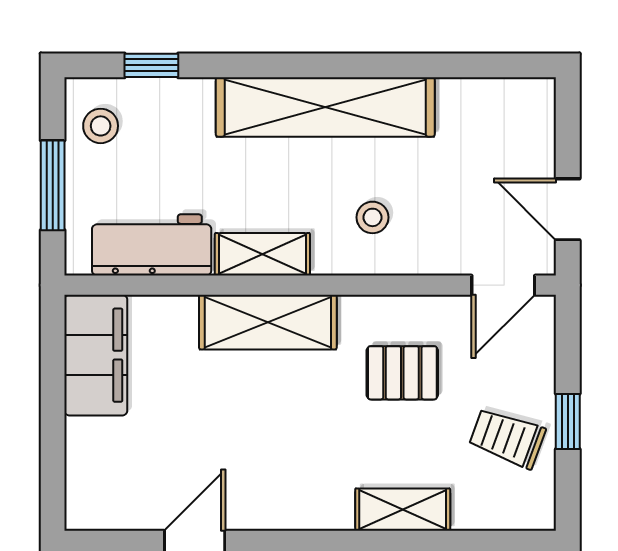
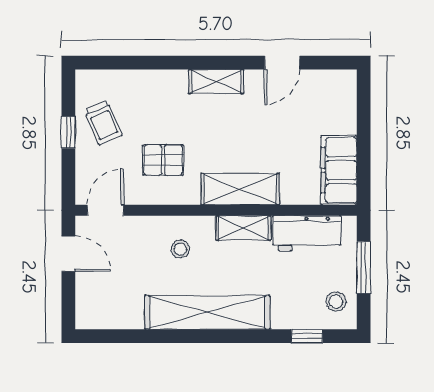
trolley: (507, 438) -> (103, 123), turned 47
shelving: (403, 510) -> (216, 82), moved

